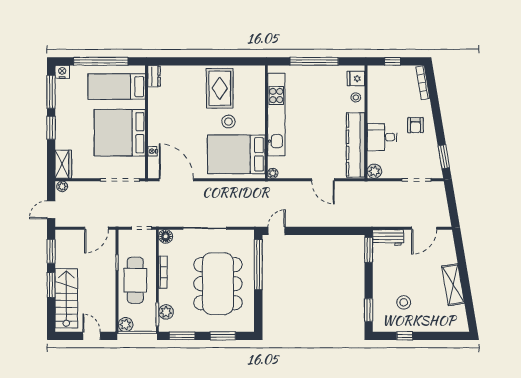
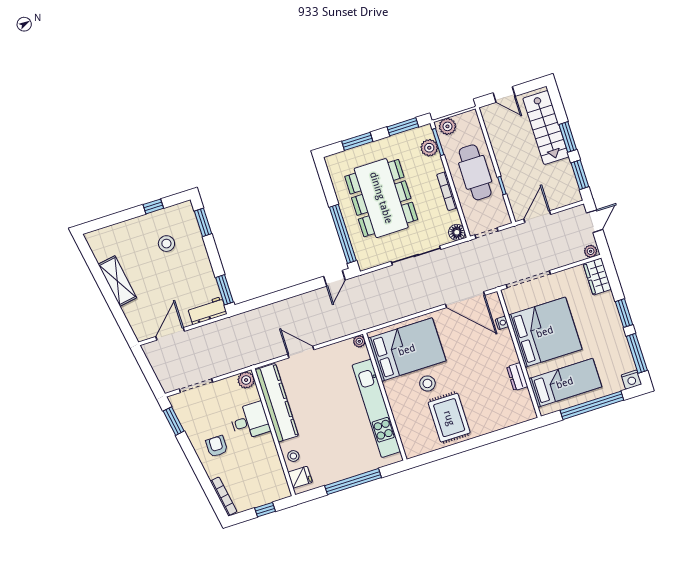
dresser: (154, 76) -> (517, 377), moved
plant: (126, 325) -> (447, 126), moved

